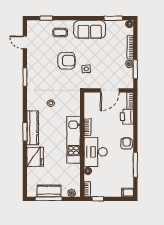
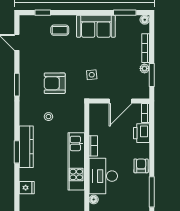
armchair: (67, 61) -> (55, 83), moved, turned 180
fridge: (35, 157) -> (27, 188), width x0.53, depth x0.75

